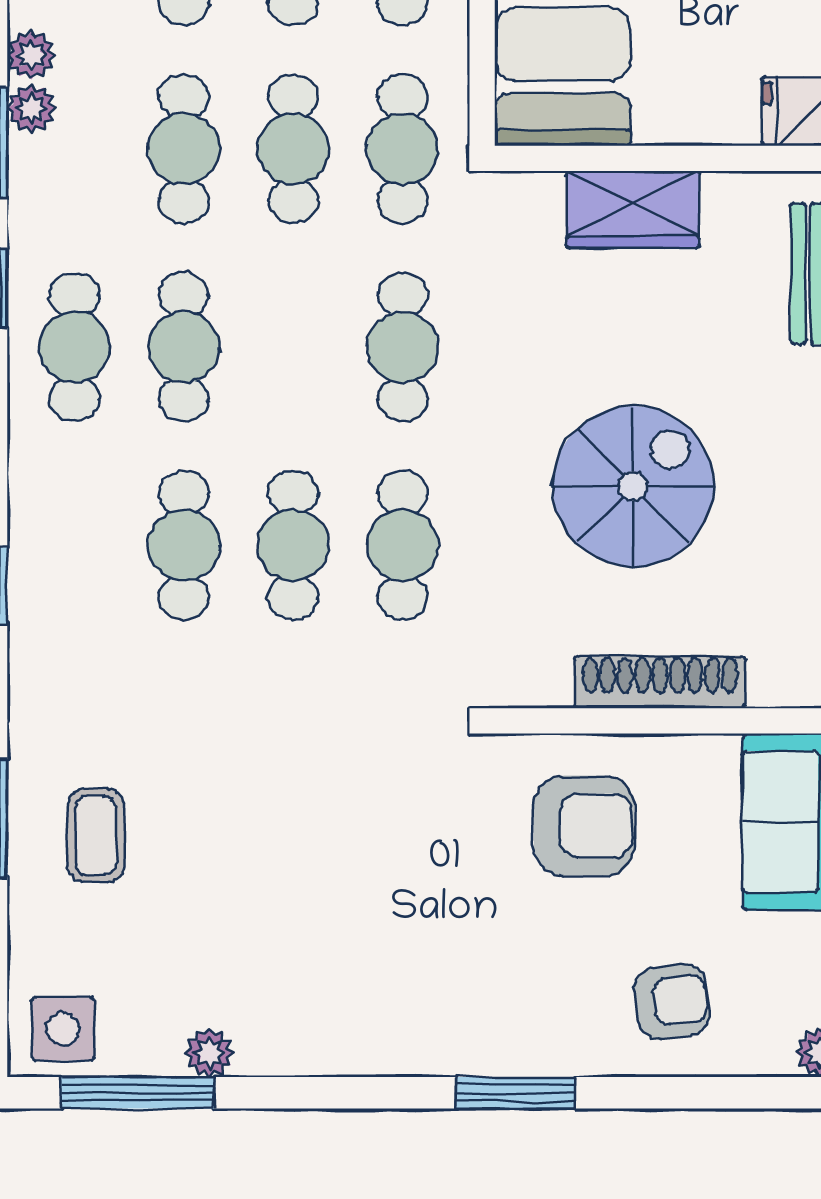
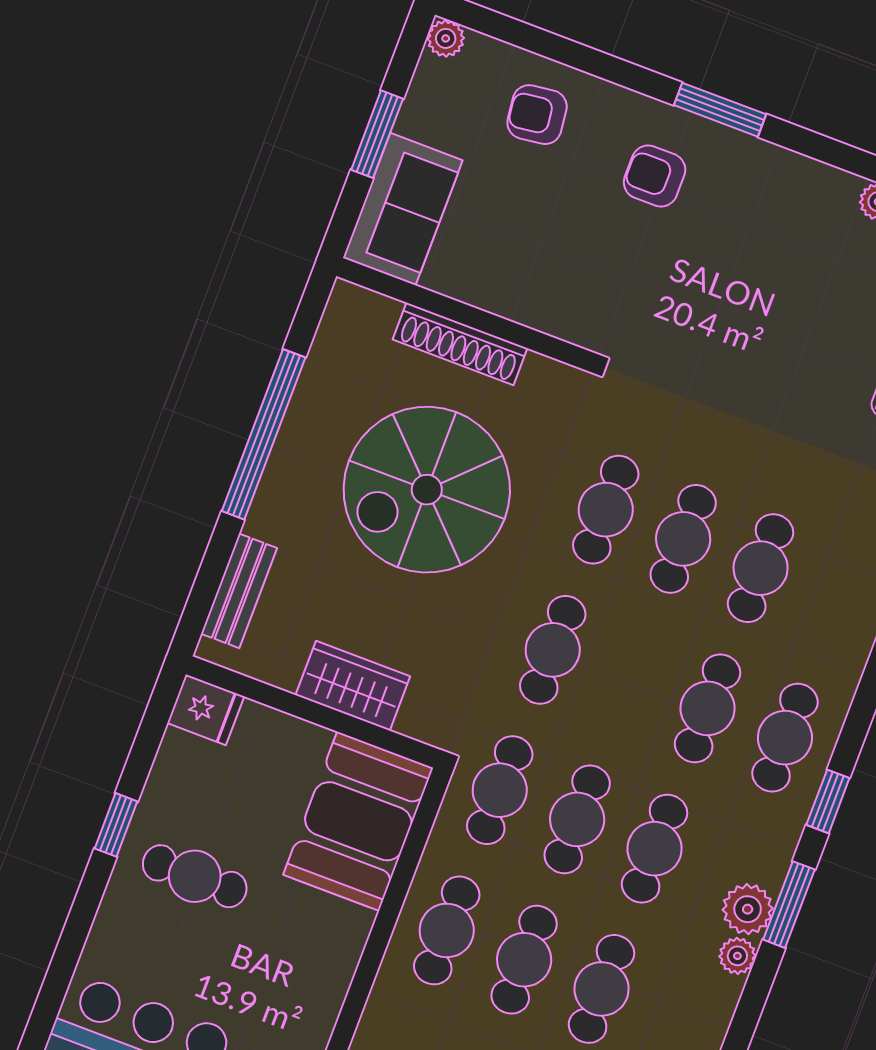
plant: (31, 109) -> (748, 909), width x1.38, depth x1.38
spiral stairs: (633, 486) -> (427, 490), width x1.37, depth x1.37
armchair: (584, 826) -> (655, 176), moved, width x0.72, depth x0.72
window: (515, 1093) -> (720, 110), moved

